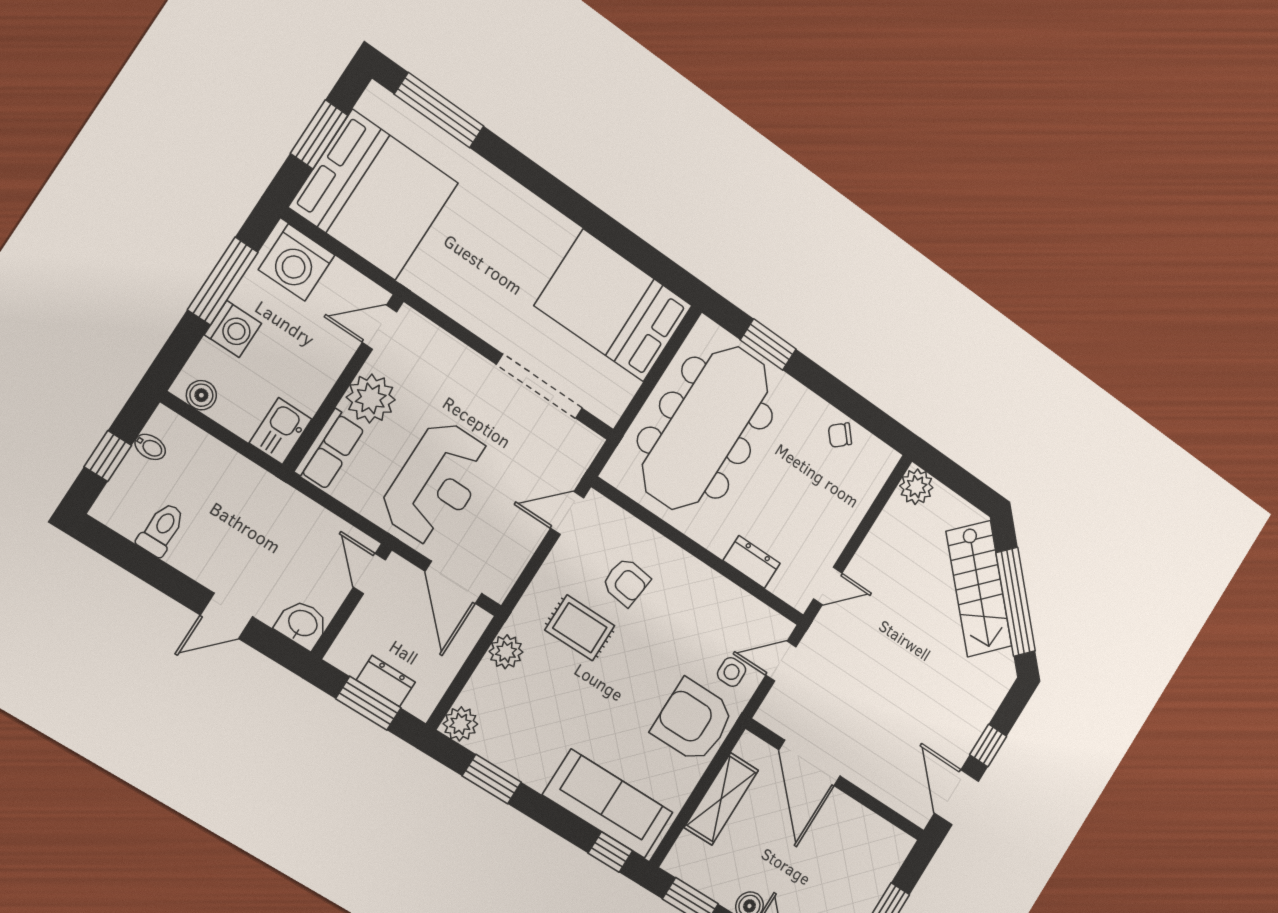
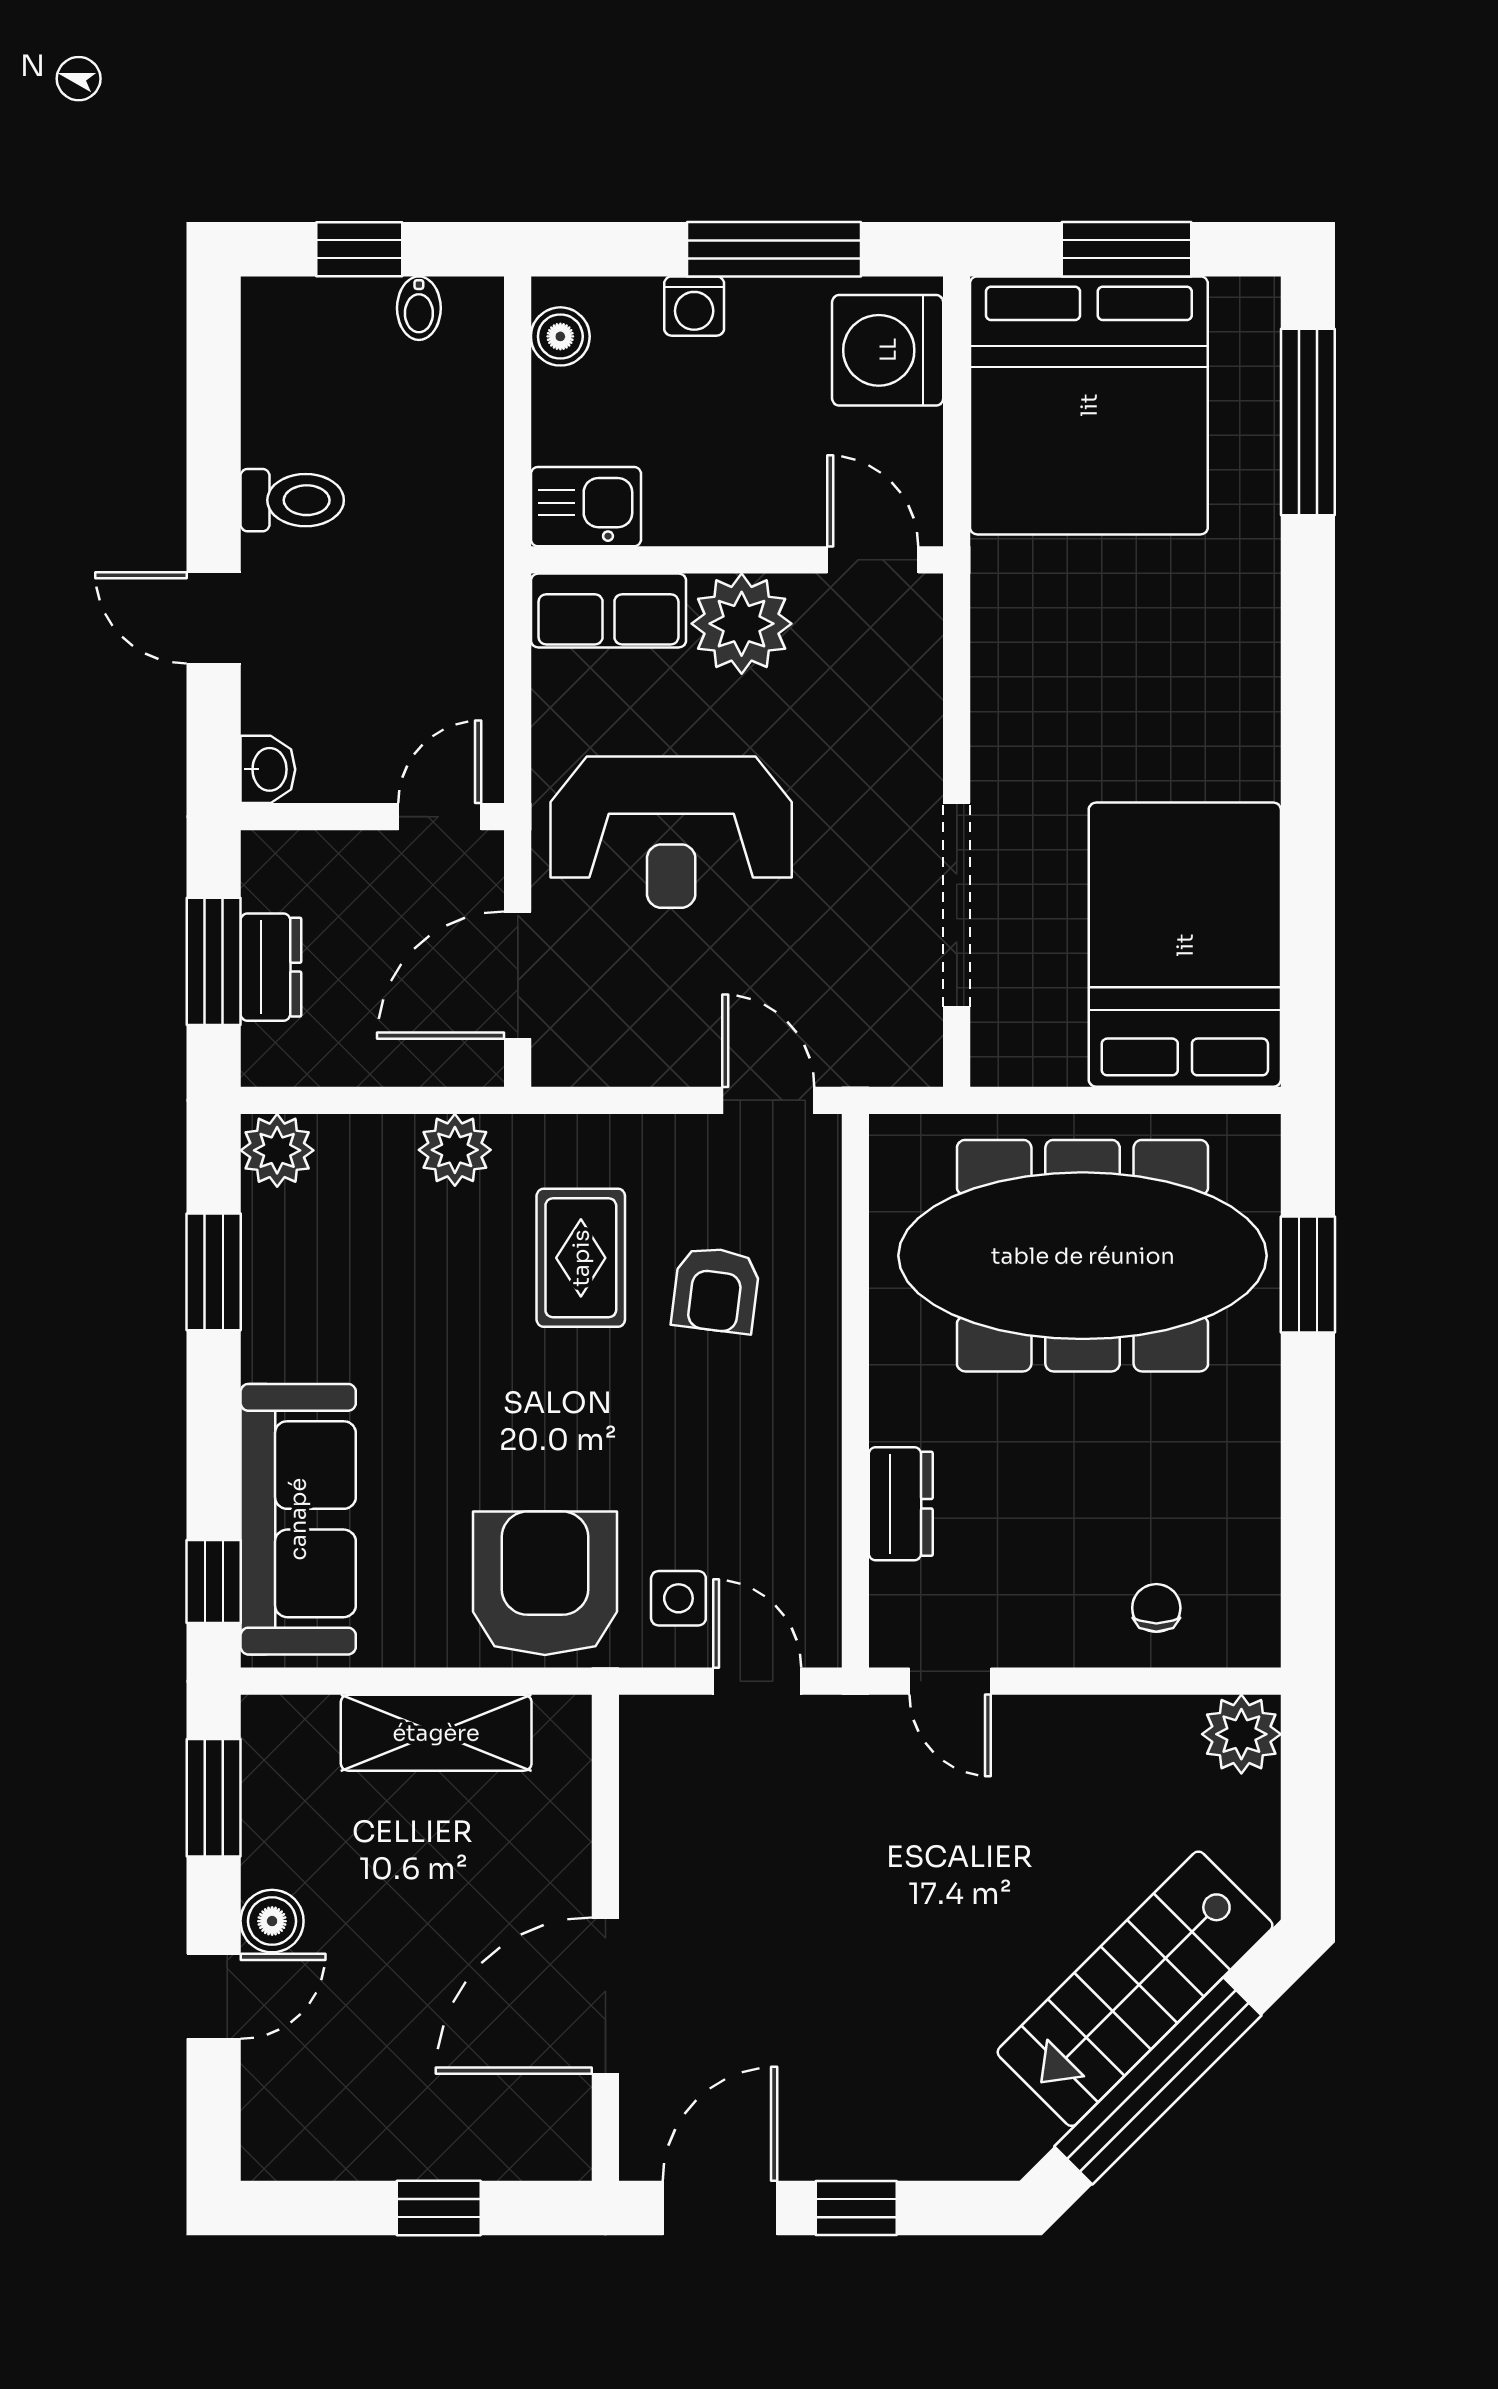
washing machine: (233, 329) -> (694, 306), width x0.73, depth x0.73
chair: (840, 435) -> (1156, 1608), moved, turned 42
toilet: (161, 529) -> (292, 500), moved
washbasin: (302, 624) -> (268, 769), width x0.72, depth x0.69
door: (809, 763) -> (605, 1996), moved

